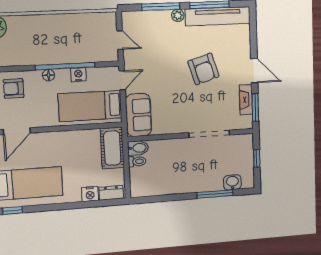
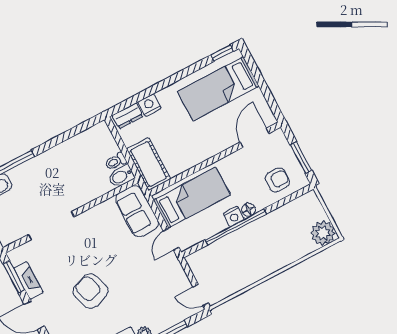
door: (120, 40) -> (201, 295), moved
nightstand: (78, 75) -> (234, 216), moved

